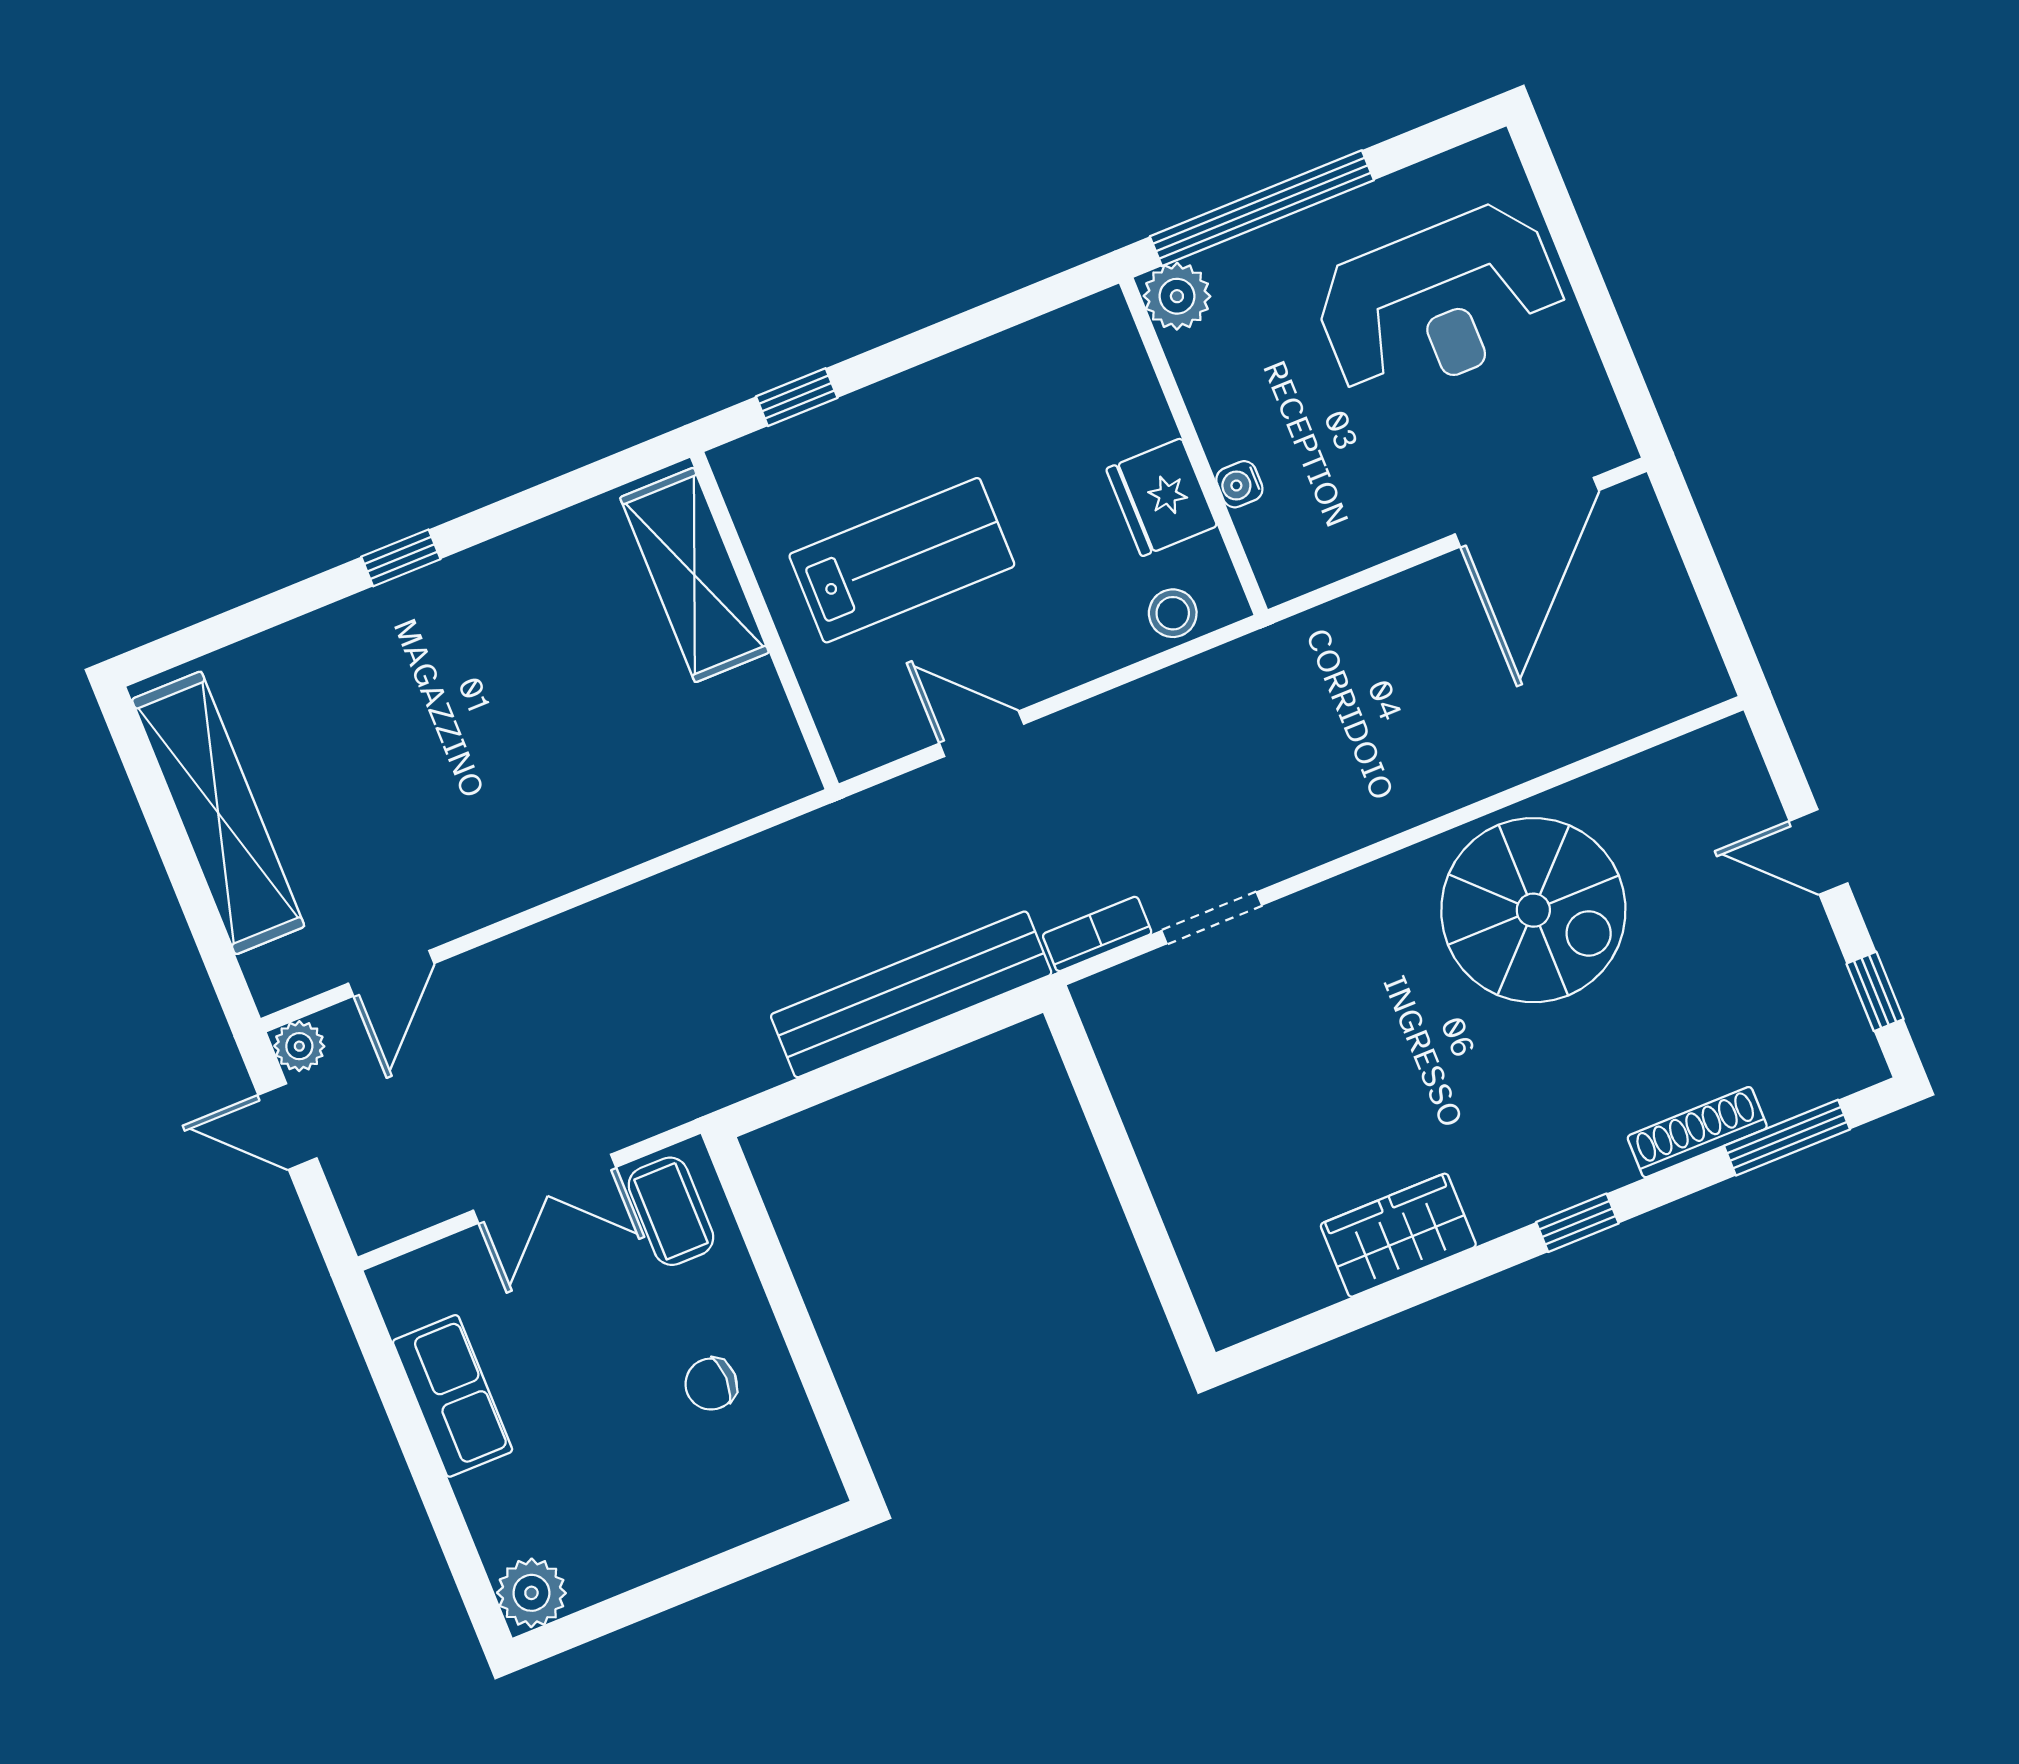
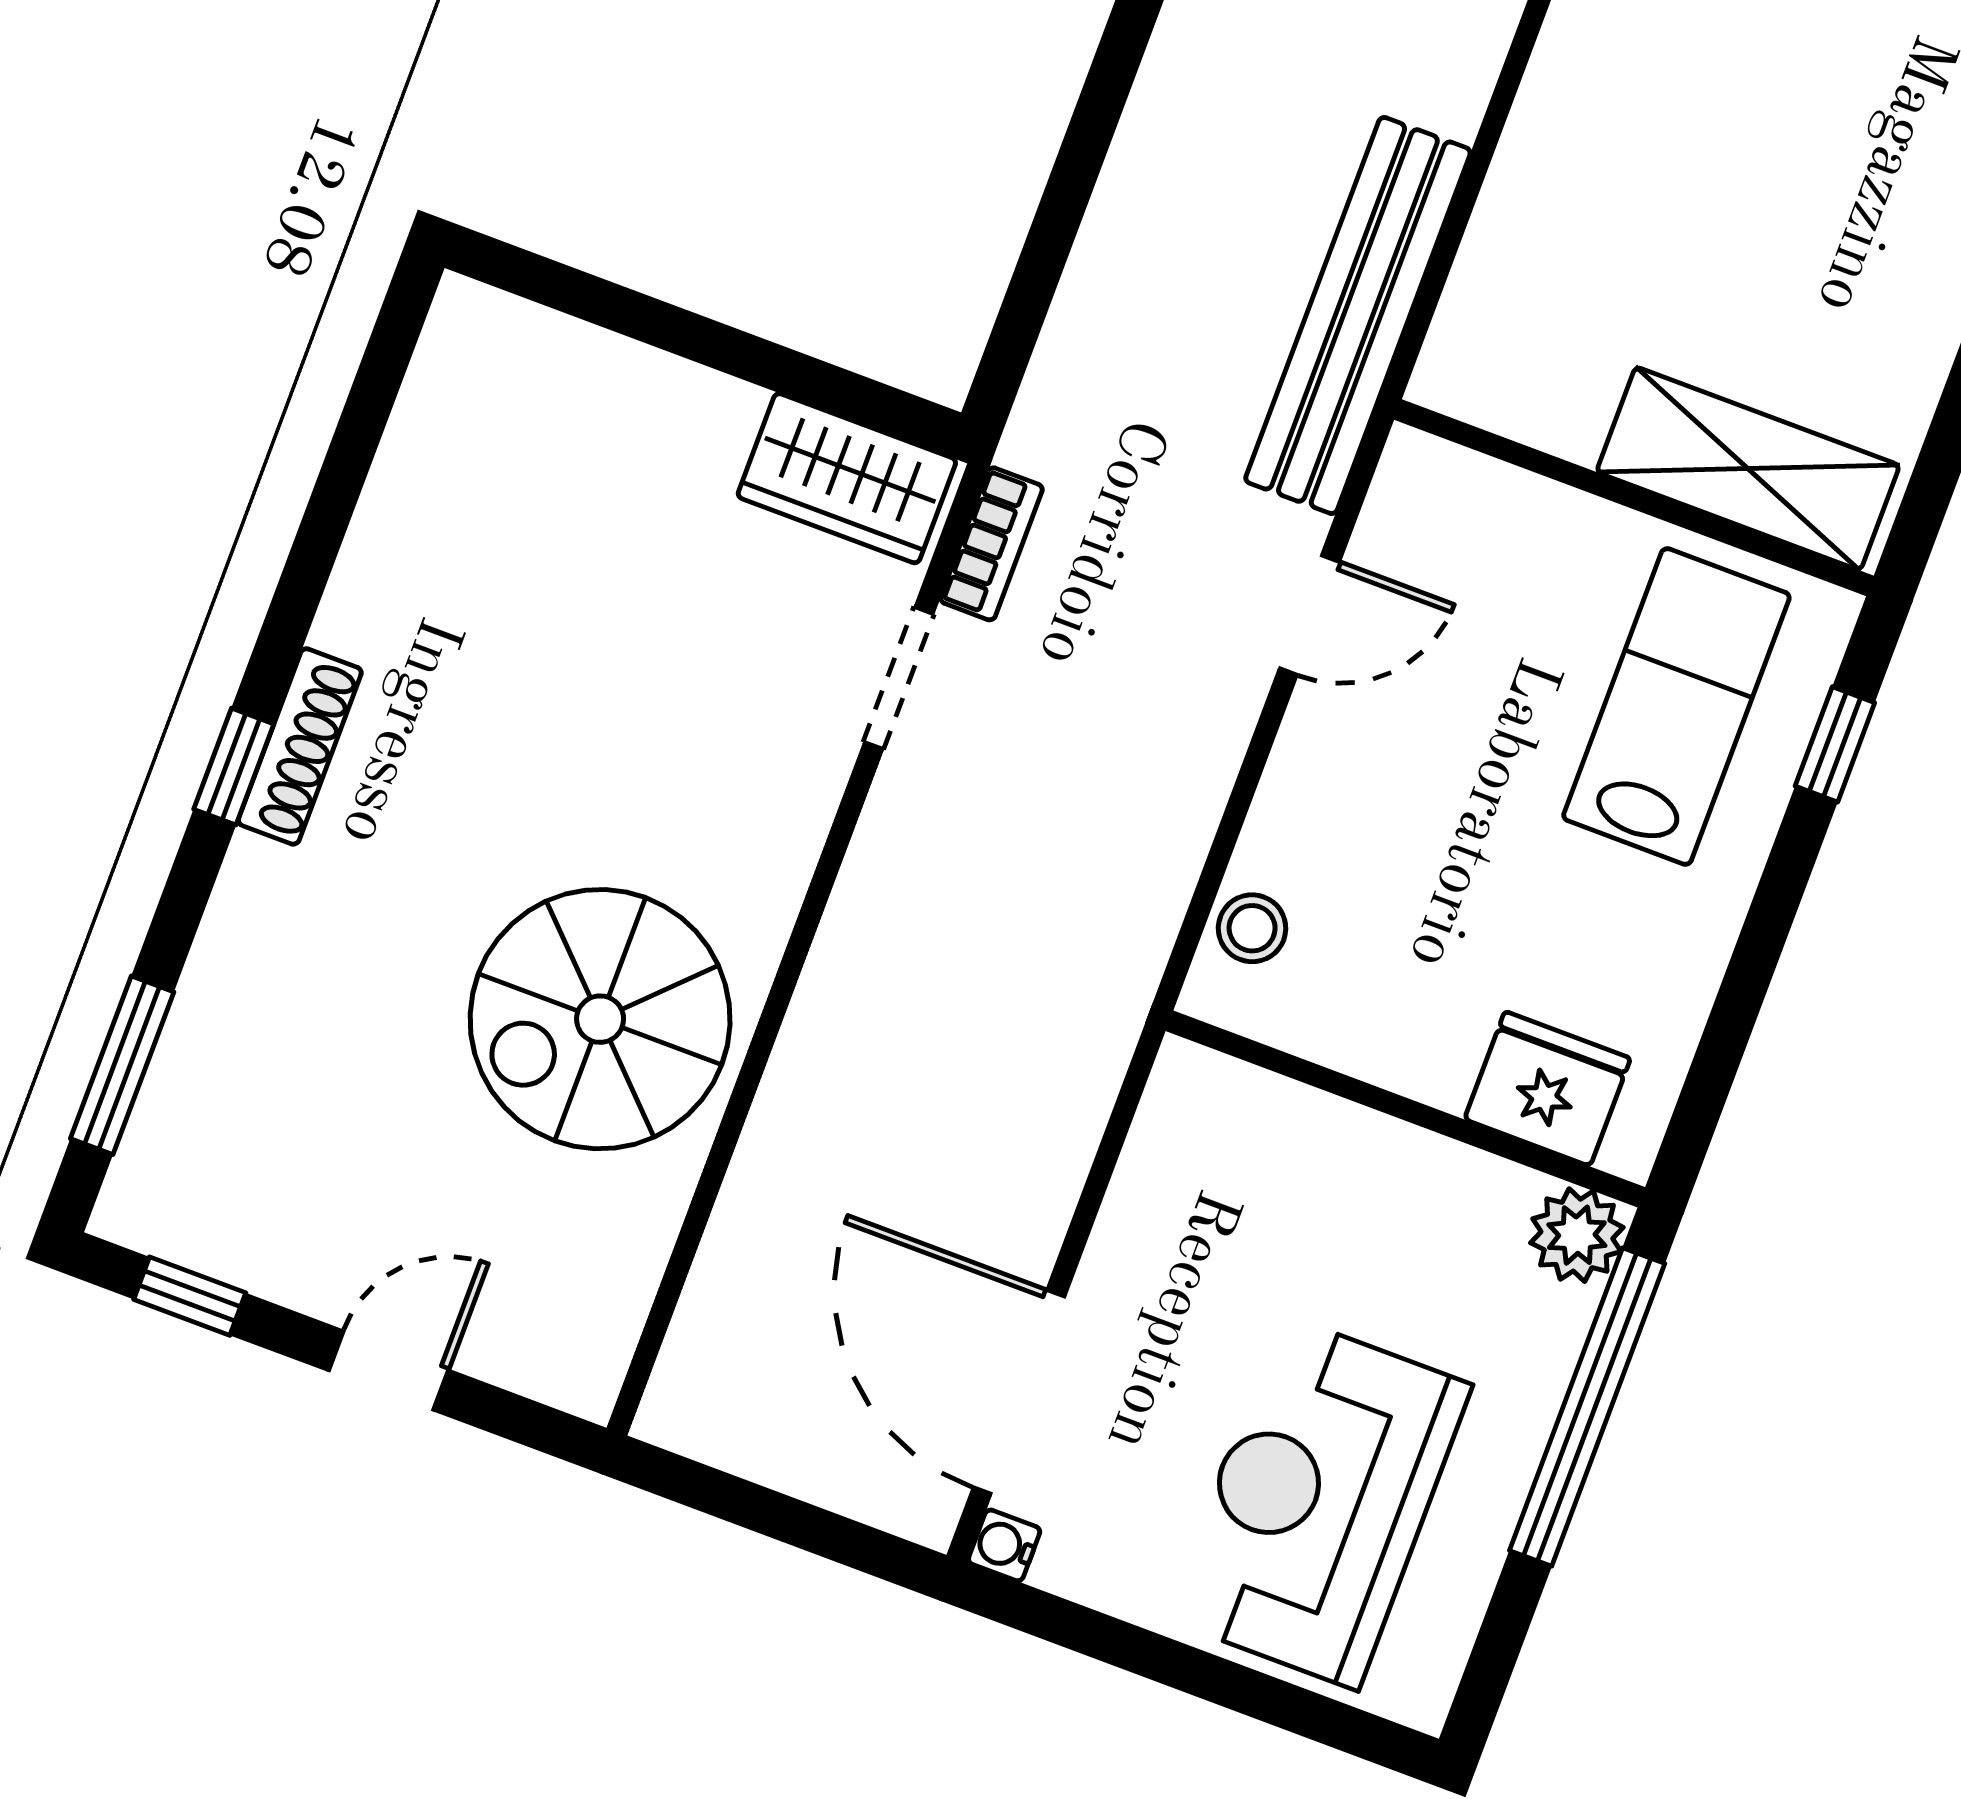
water cooler: (1239, 484) -> (1004, 1545), moved, turned -90
fridge: (1162, 497) -> (1547, 1089), moved
lab bench: (902, 560) -> (1676, 706), moved, turned 180
bench: (911, 994) -> (1358, 316), moved
shoe rack: (1697, 1132) -> (300, 746), moved
wardrobe: (1398, 1235) -> (847, 478), moved, turned 90

